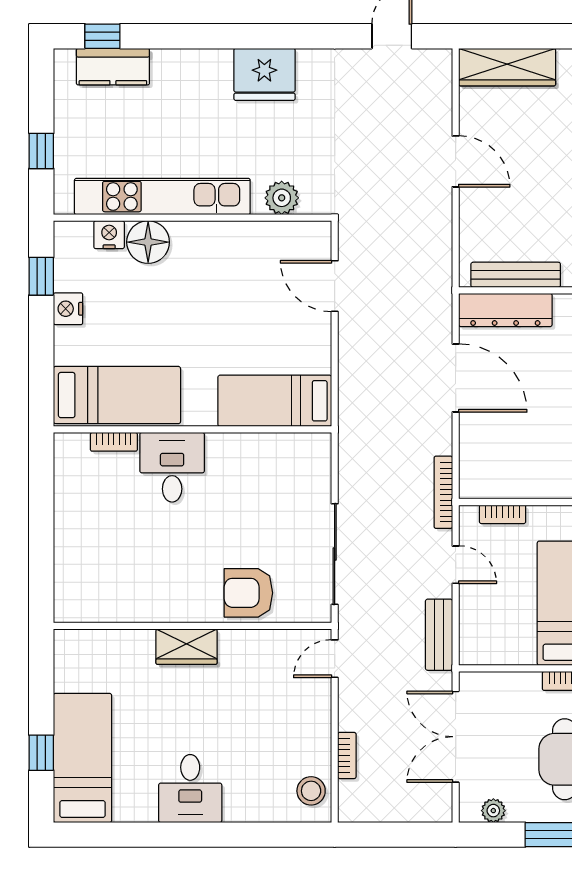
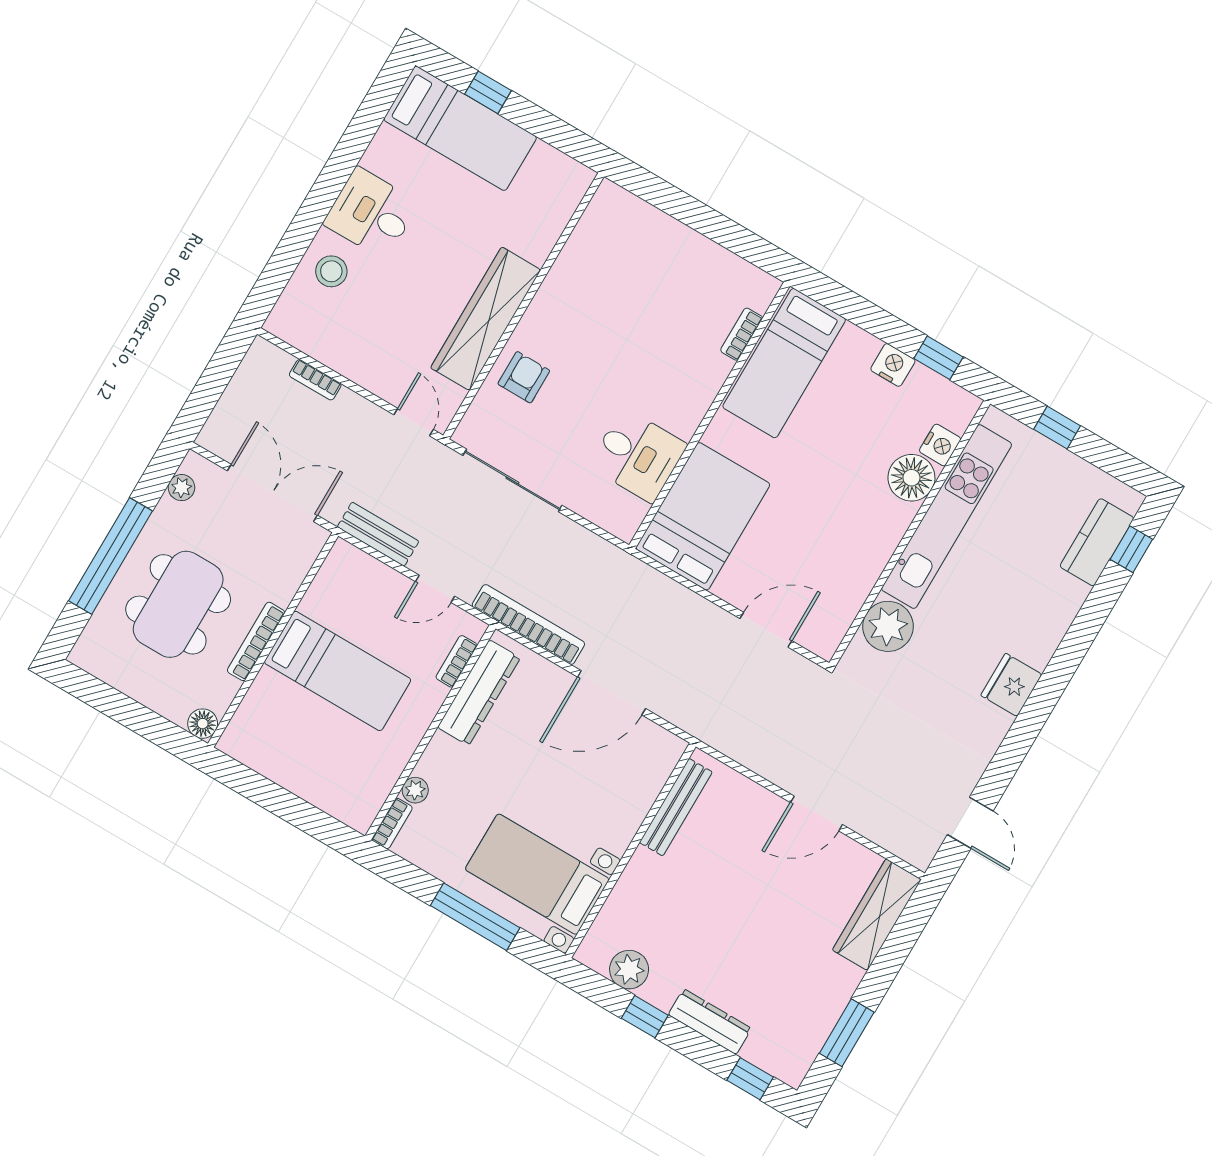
fridge: (264, 74) -> (1011, 685), width x0.73, depth x0.75
plant: (282, 198) -> (888, 626), width x1.36, depth x1.36
dresser: (505, 310) -> (479, 693), moved, turned 180
bed: (275, 401) -> (703, 516), width x1.50
desk: (172, 467) -> (638, 455), moved
bookcase: (443, 492) -> (528, 624), width x1.48, depth x1.31
armchair: (248, 593) -> (524, 377), width x0.72, depth x0.72
wardrobe: (187, 647) -> (486, 319), width x2.10, depth x1.17
stool: (311, 791) -> (331, 271), moved

